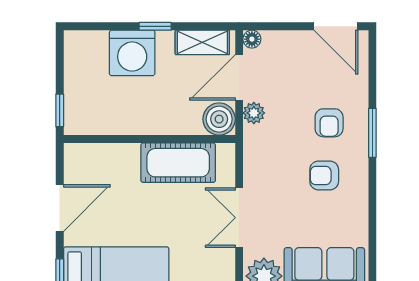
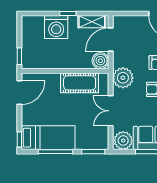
floor lamp: (252, 39) -> (117, 20), removed
plant: (254, 113) -> (123, 78), moved, width x1.88, depth x1.88
door: (60, 208) -> (19, 93), moved

